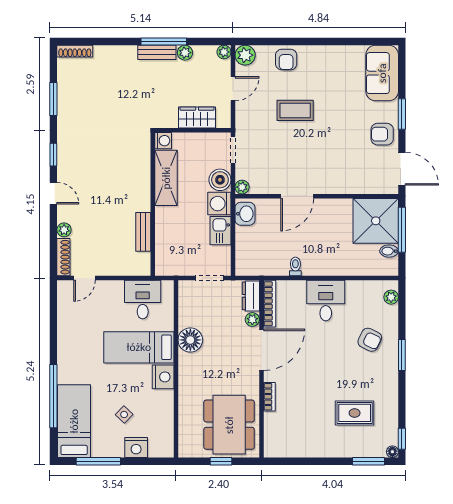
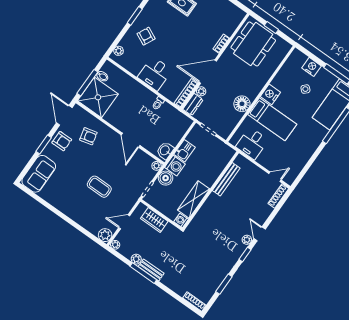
armchair: (286, 60) -> (88, 136), moved, turned 76
door: (297, 196) -> (131, 140), swing flipped
plant: (64, 230) -> (247, 240), moved
bench: (143, 232) -> (226, 179), width x1.36

